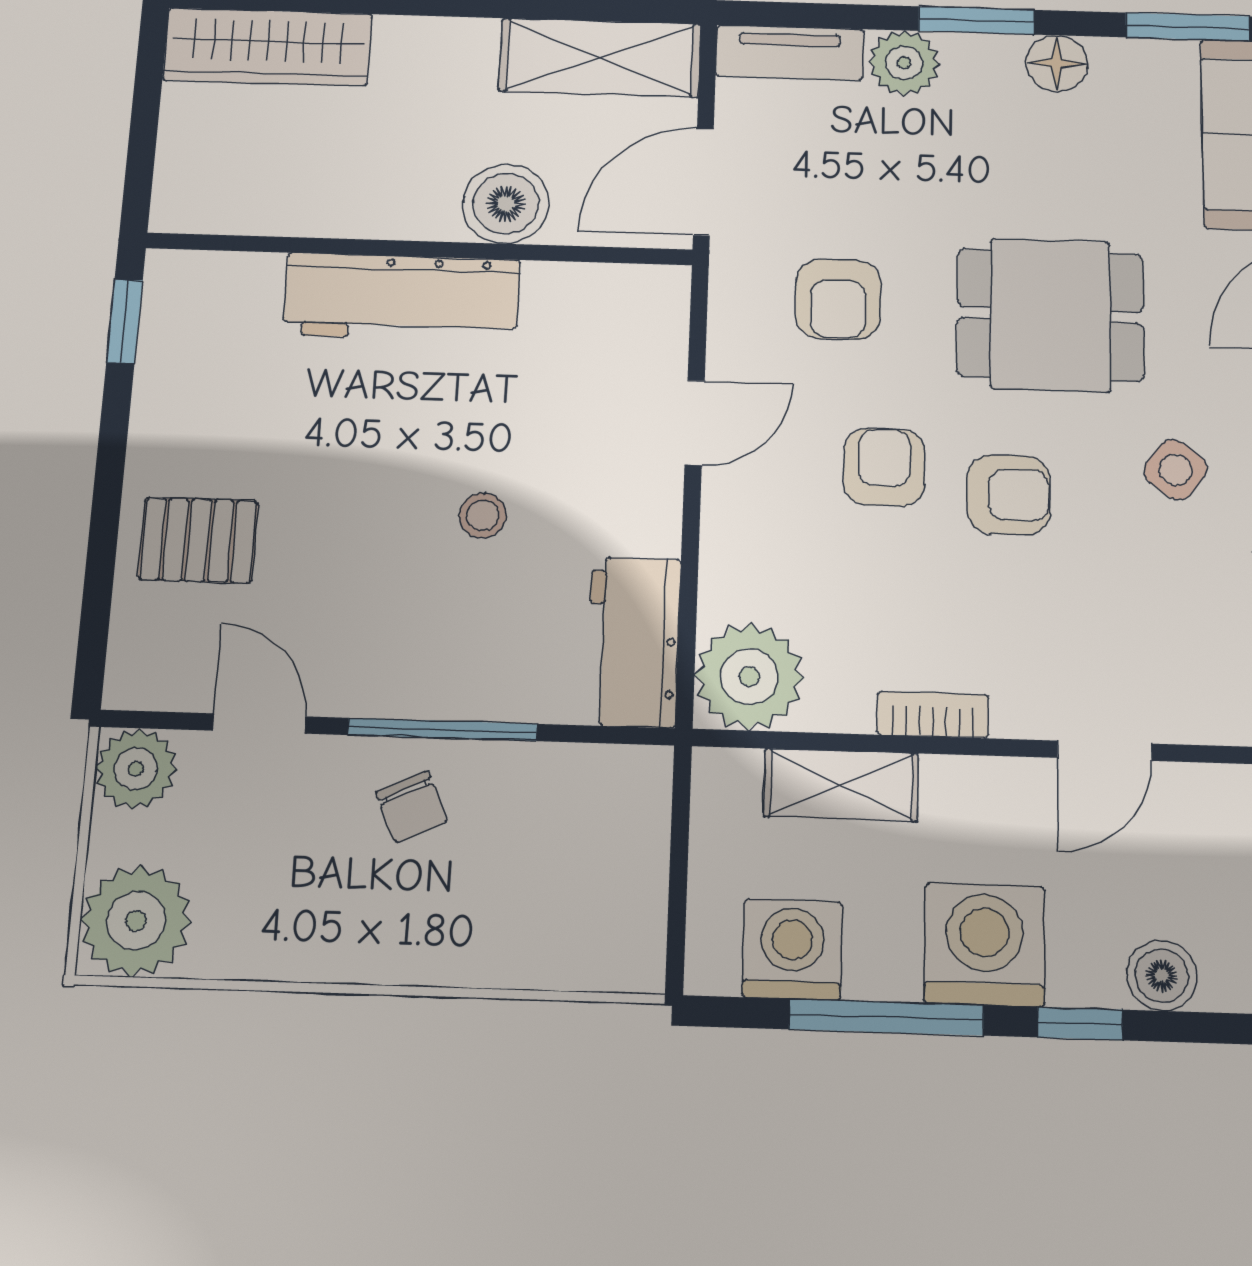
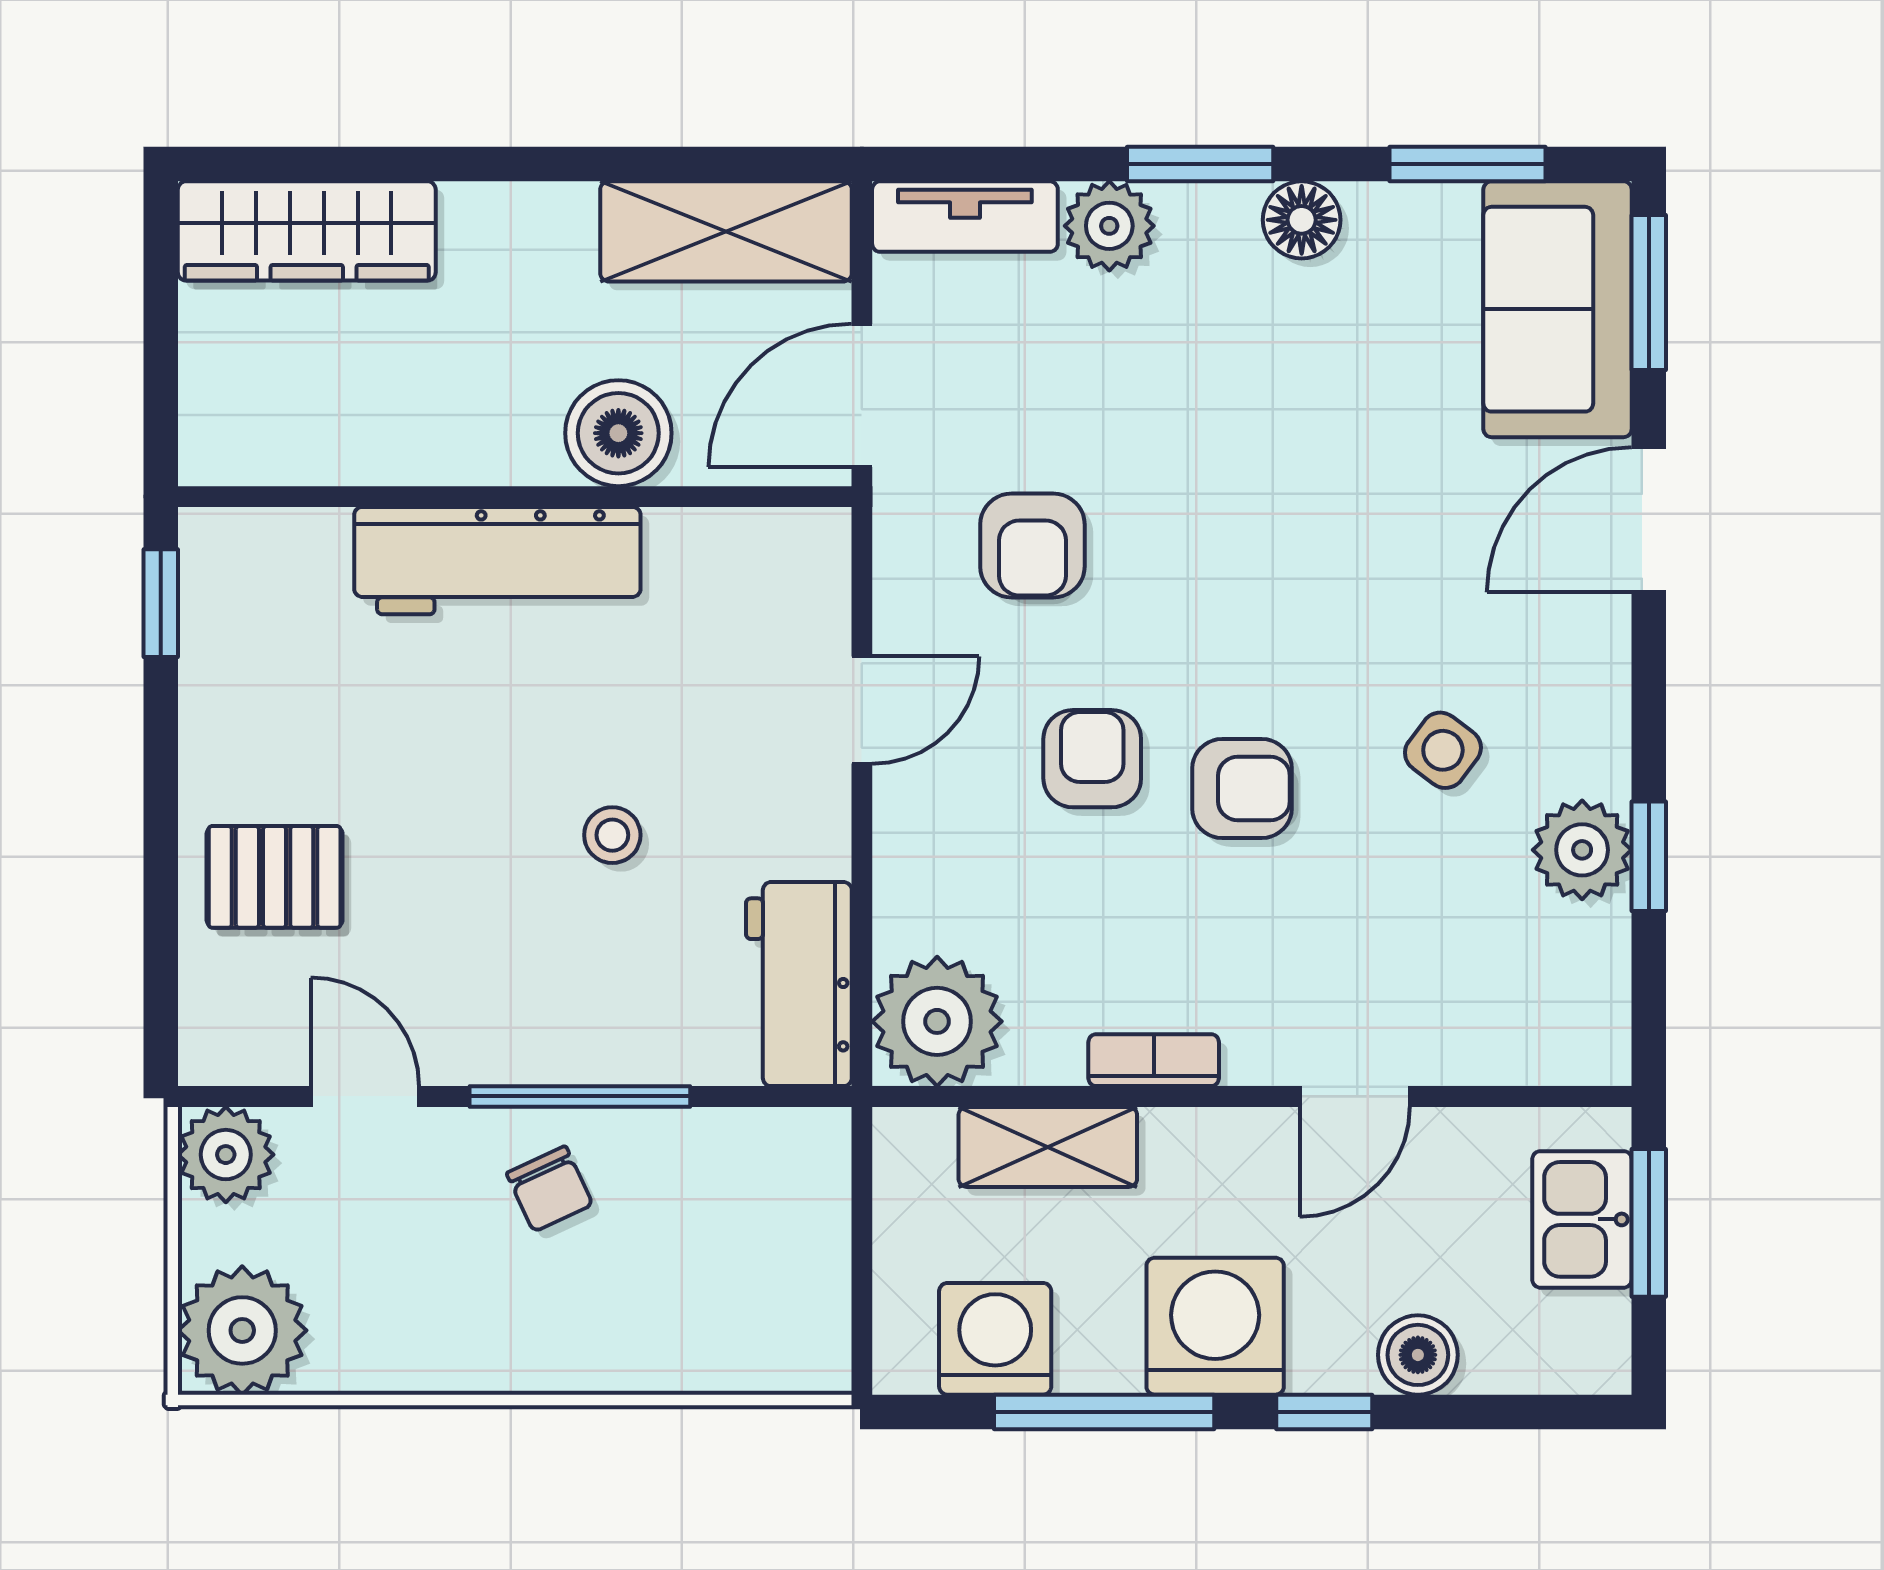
dining table: (1050, 315) -> (1293, 557), removed

